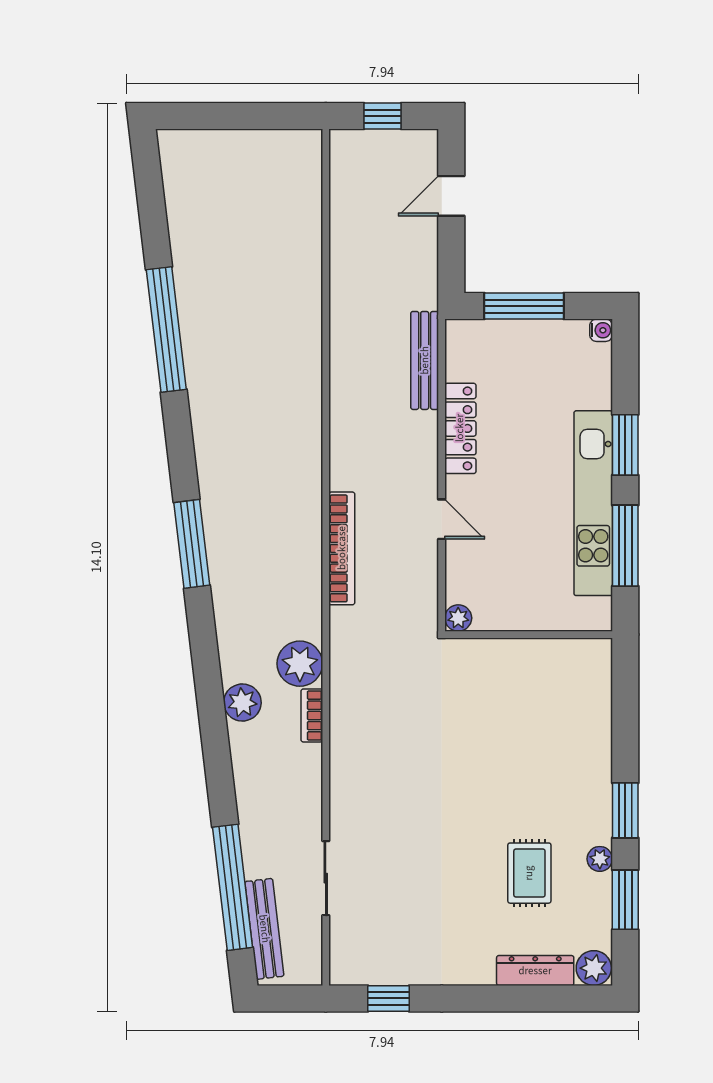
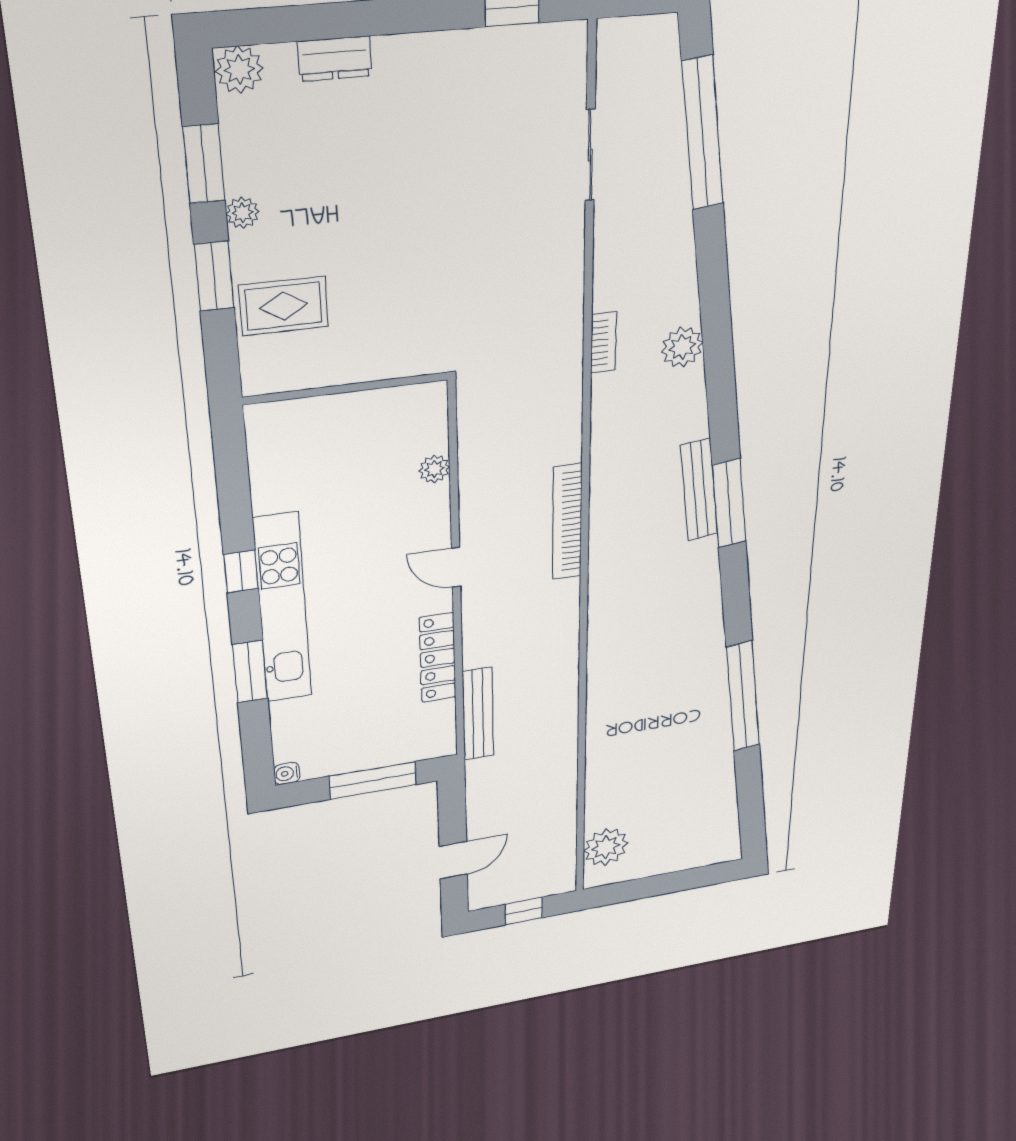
window: (625, 546) -> (241, 572), width x0.46
wall: (529, 635) -> (346, 388), moved
plant: (300, 664) -> (606, 847), moved
rug: (529, 873) -> (284, 306), moved, turned 90
bench: (264, 929) -> (699, 490), moved
dresser: (535, 971) -> (335, 59), width x0.70

